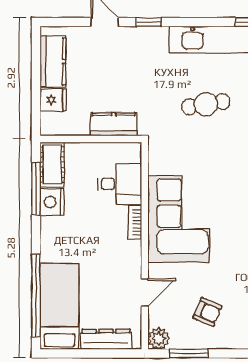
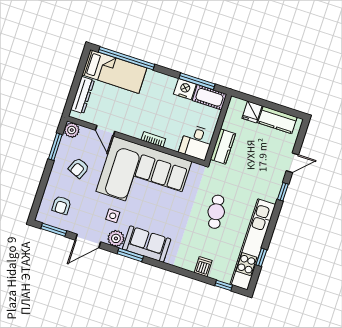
desk: (120, 184) -> (196, 142), moved
corner sofa: (179, 219) -> (144, 176), width x1.36, depth x1.36

